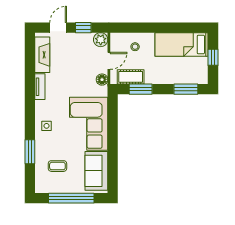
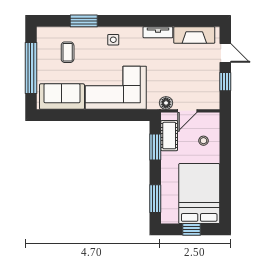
plant: (101, 40) -> (211, 101), removed
bed: (182, 45) -> (199, 194), width x1.50
door: (109, 61) -> (187, 111), hinge flipped

